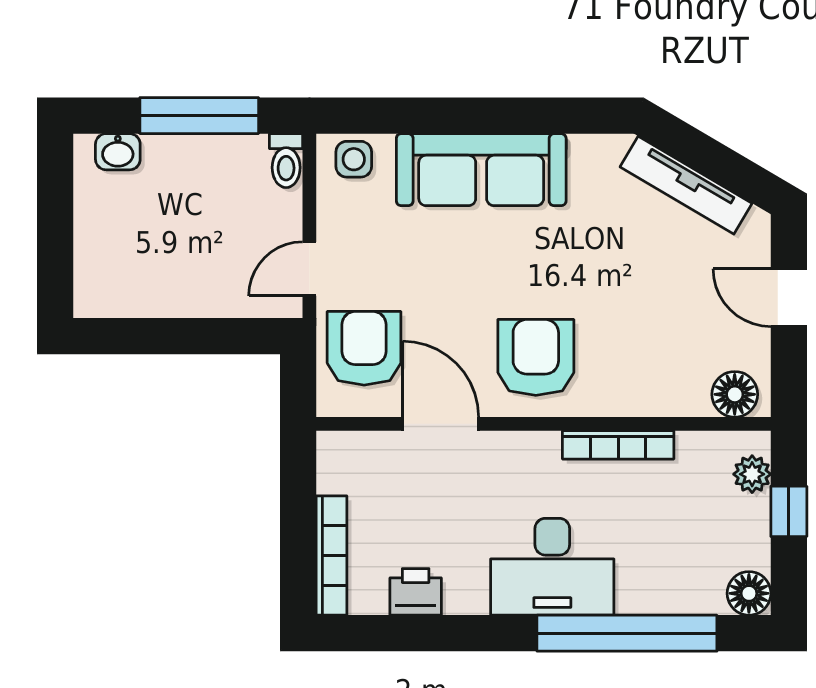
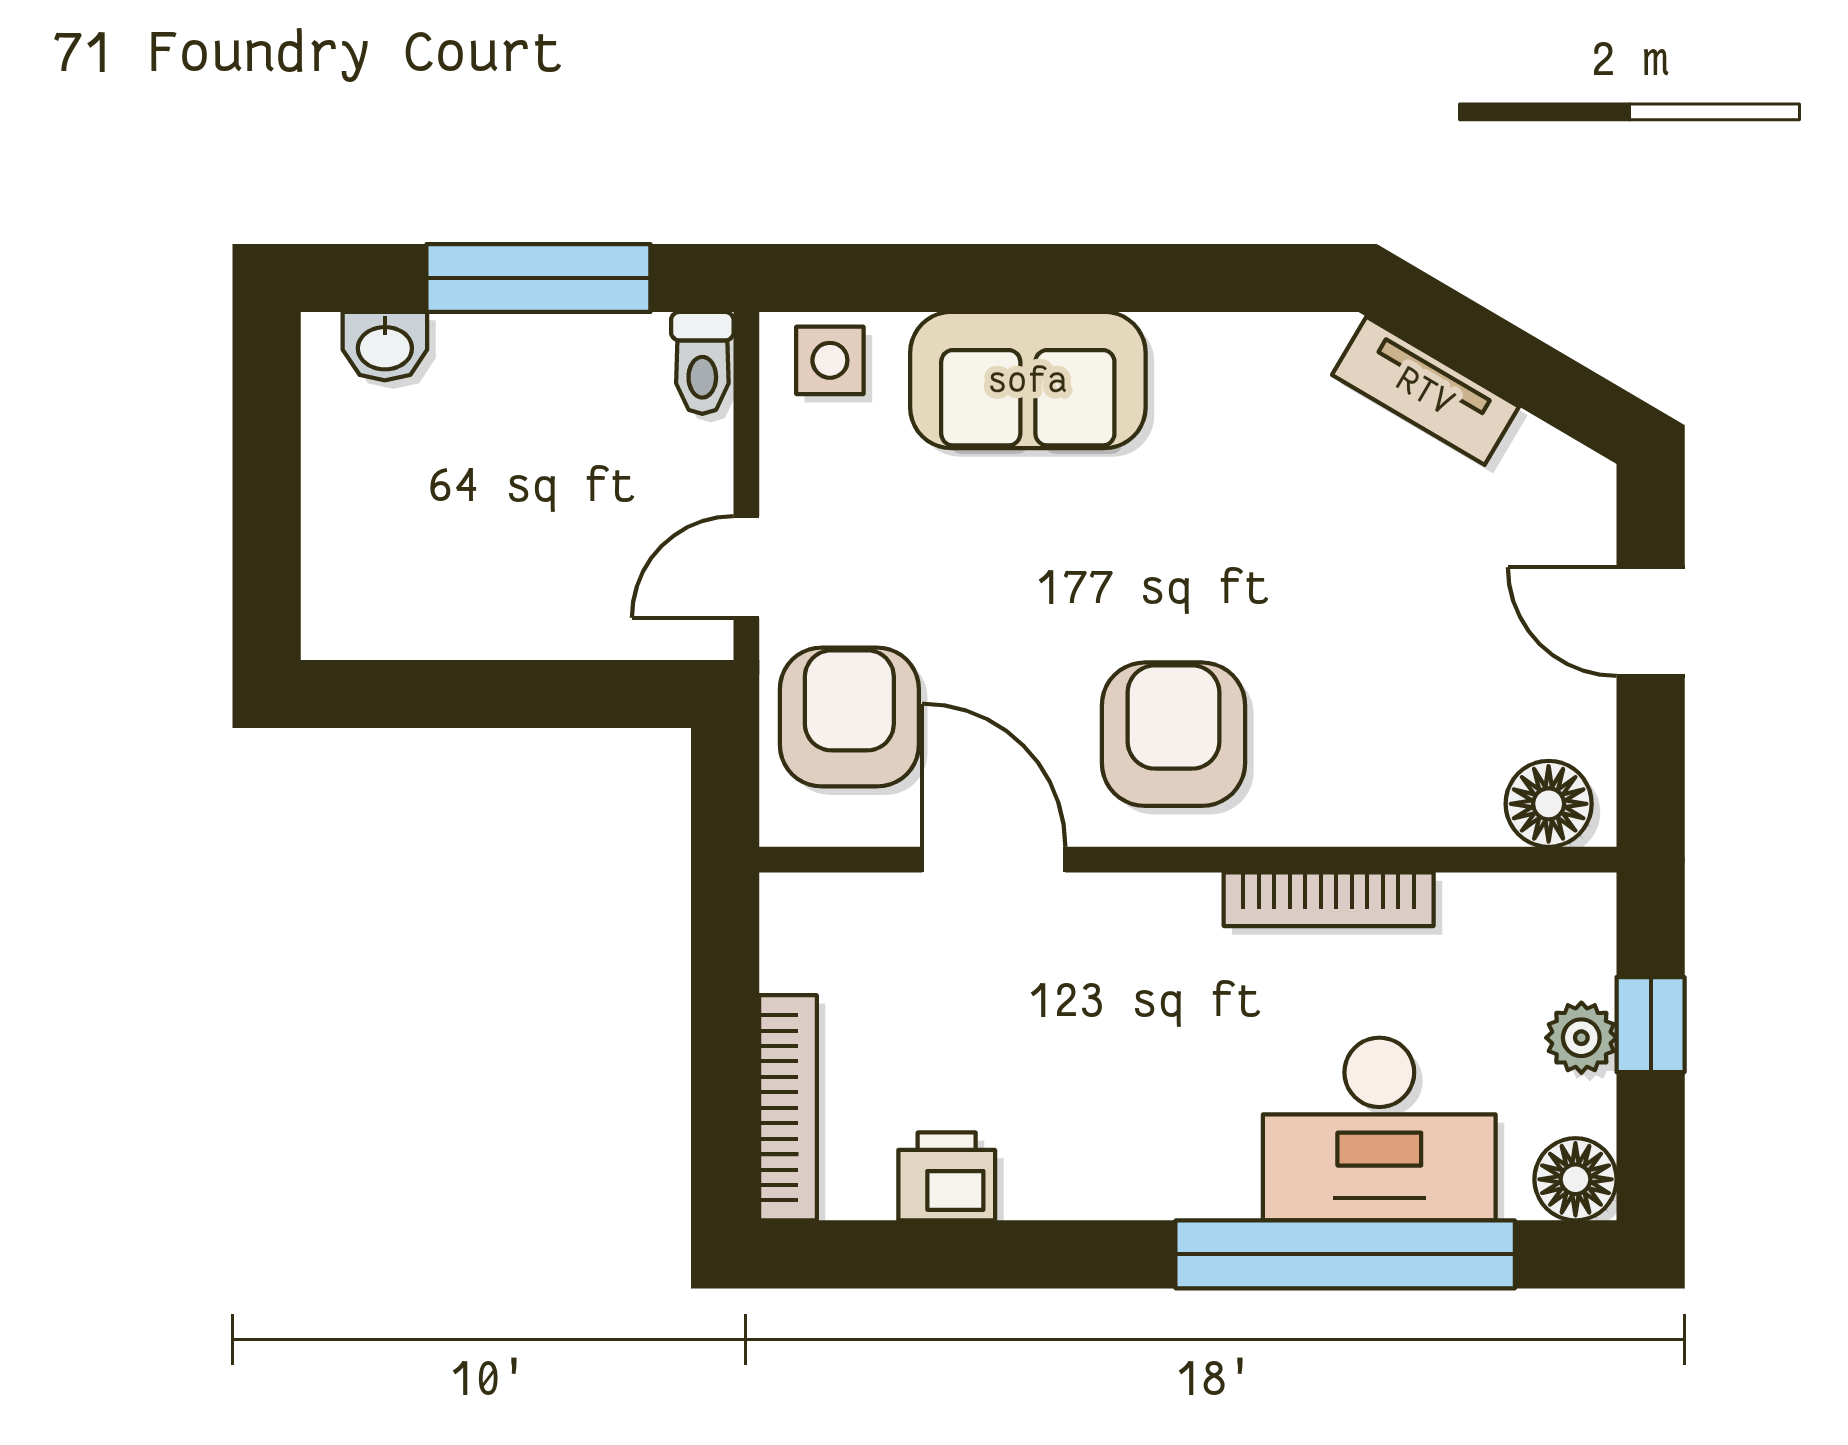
sofa: (481, 170) -> (1028, 380), width x0.73
tv unit: (686, 185) -> (1426, 391), width x0.71
plant: (752, 474) -> (1581, 1038), moved
desk: (552, 567) -> (1379, 1129), moved

